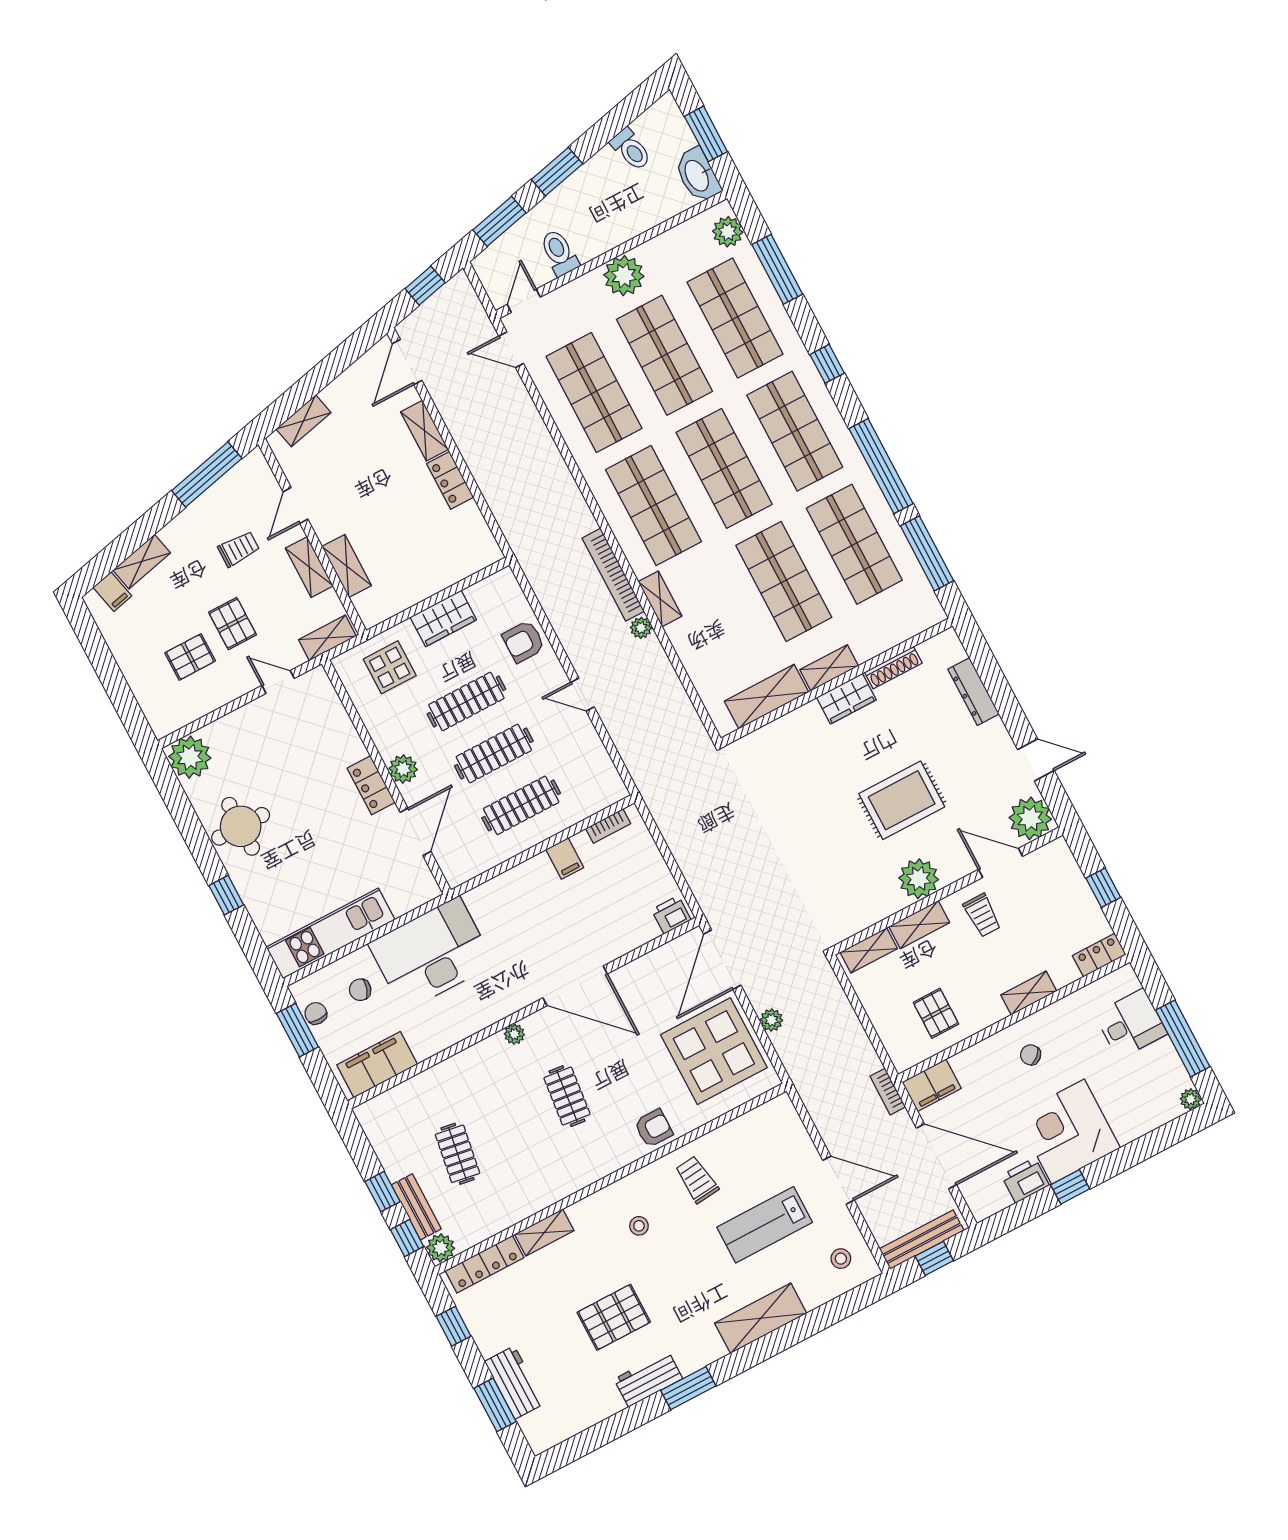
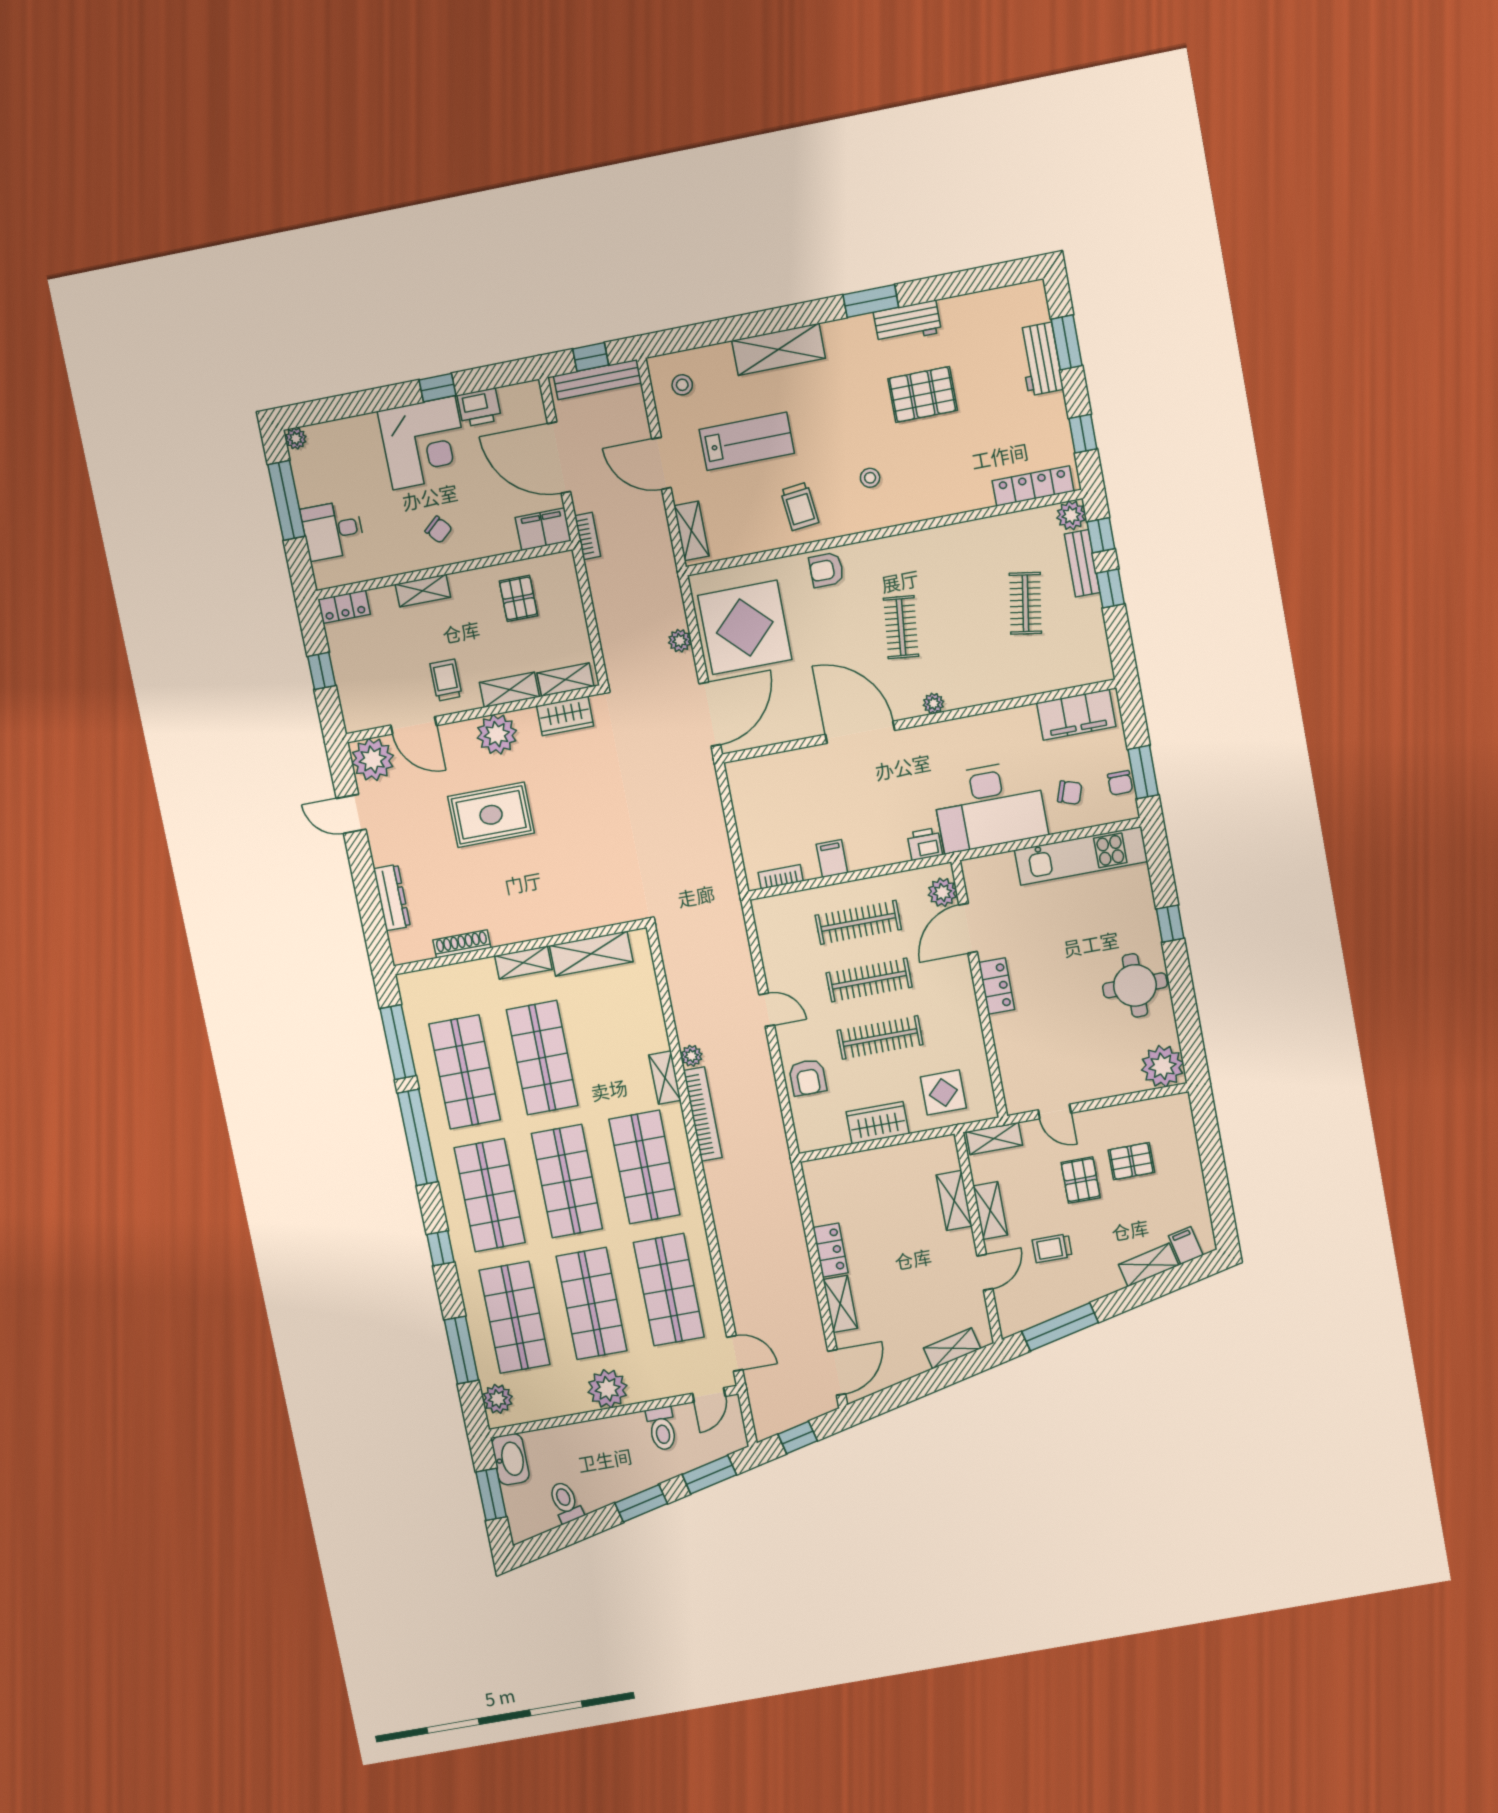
armchair: (524, 642) -> (808, 1077), turned 90
wardrobe: (846, 699) -> (565, 716), moved, turned 180
plant: (403, 769) -> (942, 892), moved
printer: (671, 915) -> (925, 844), moved, turned 180
shelving: (544, 1232) -> (691, 531), moved, turned 90

